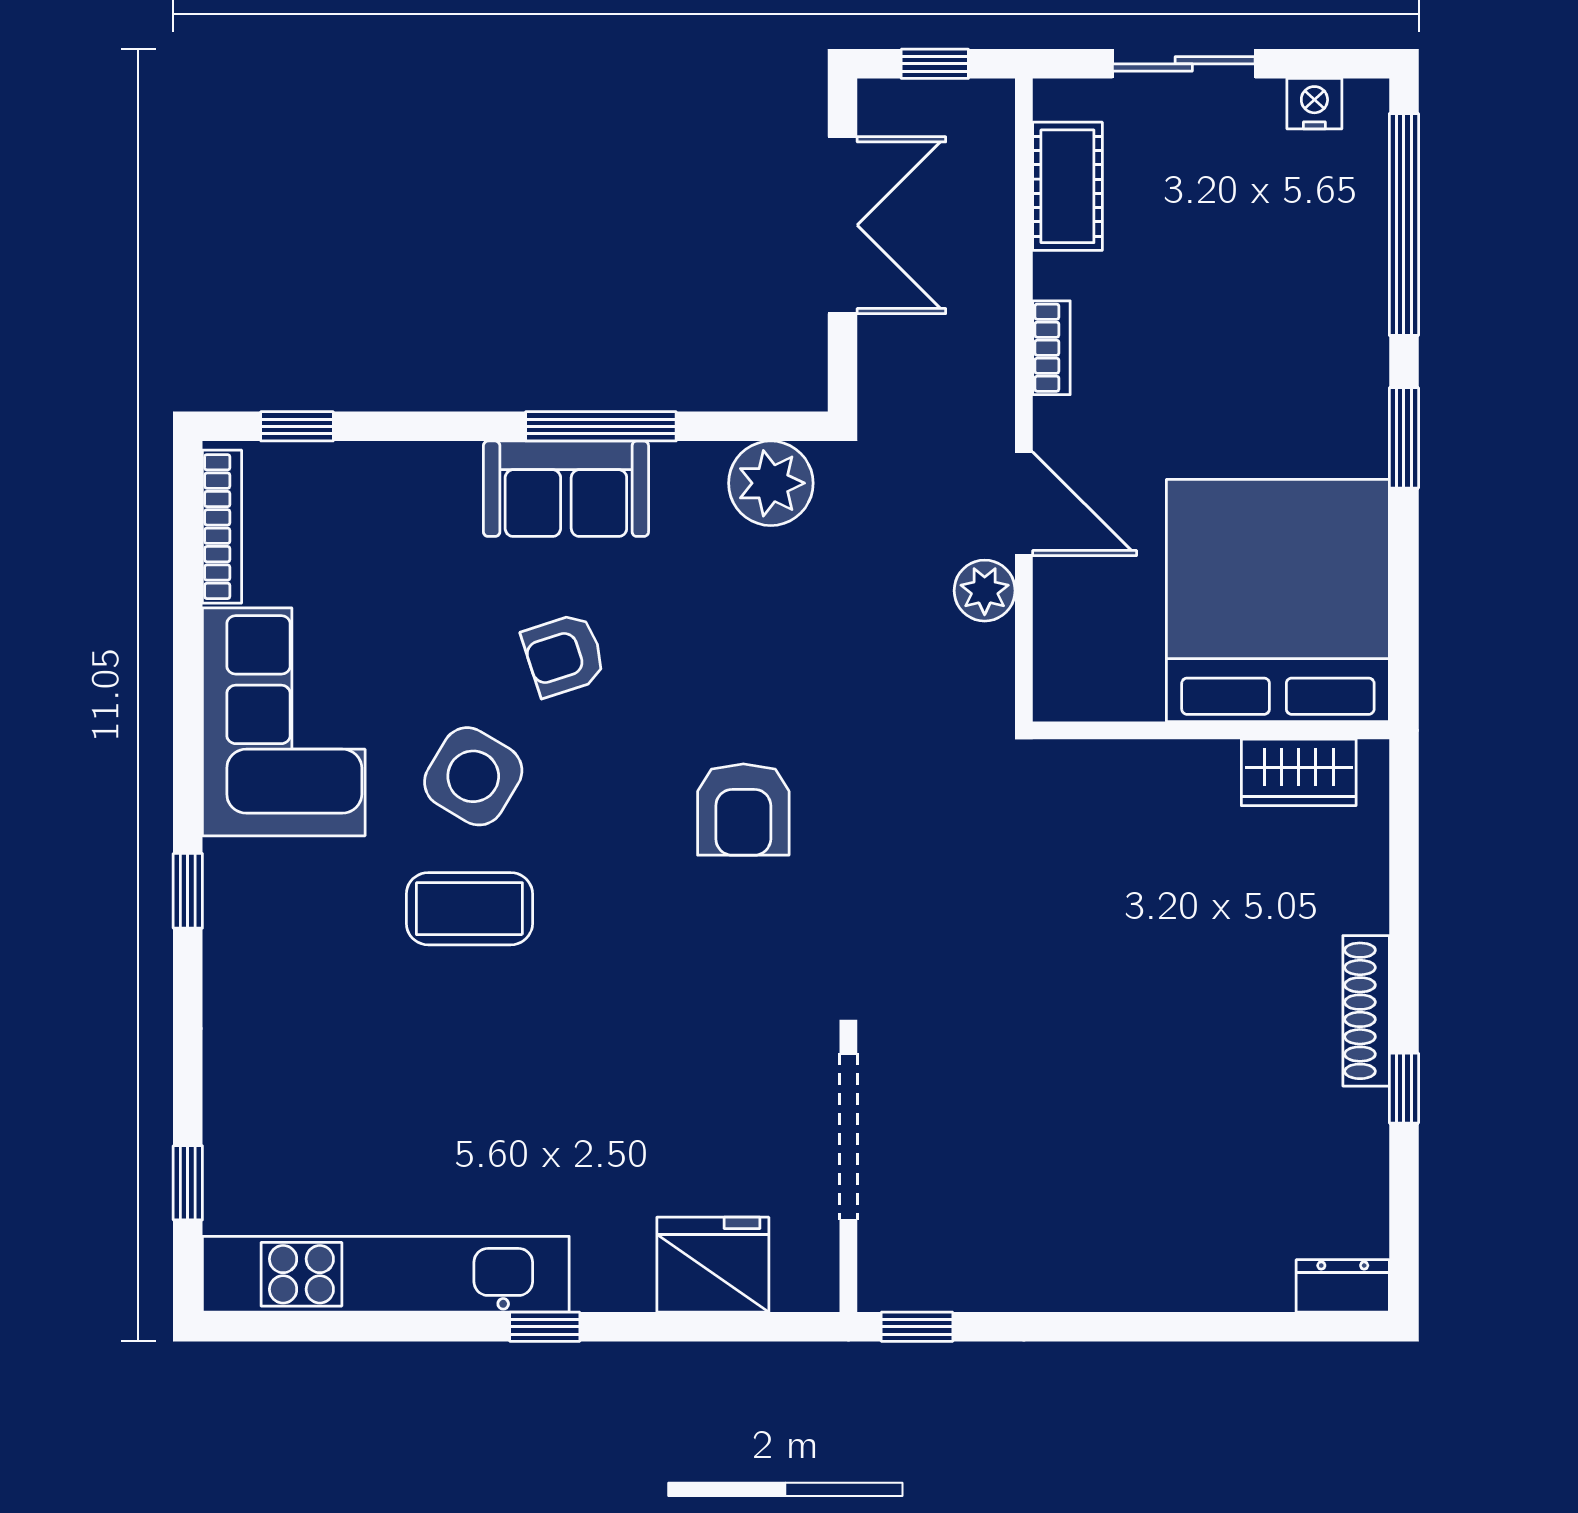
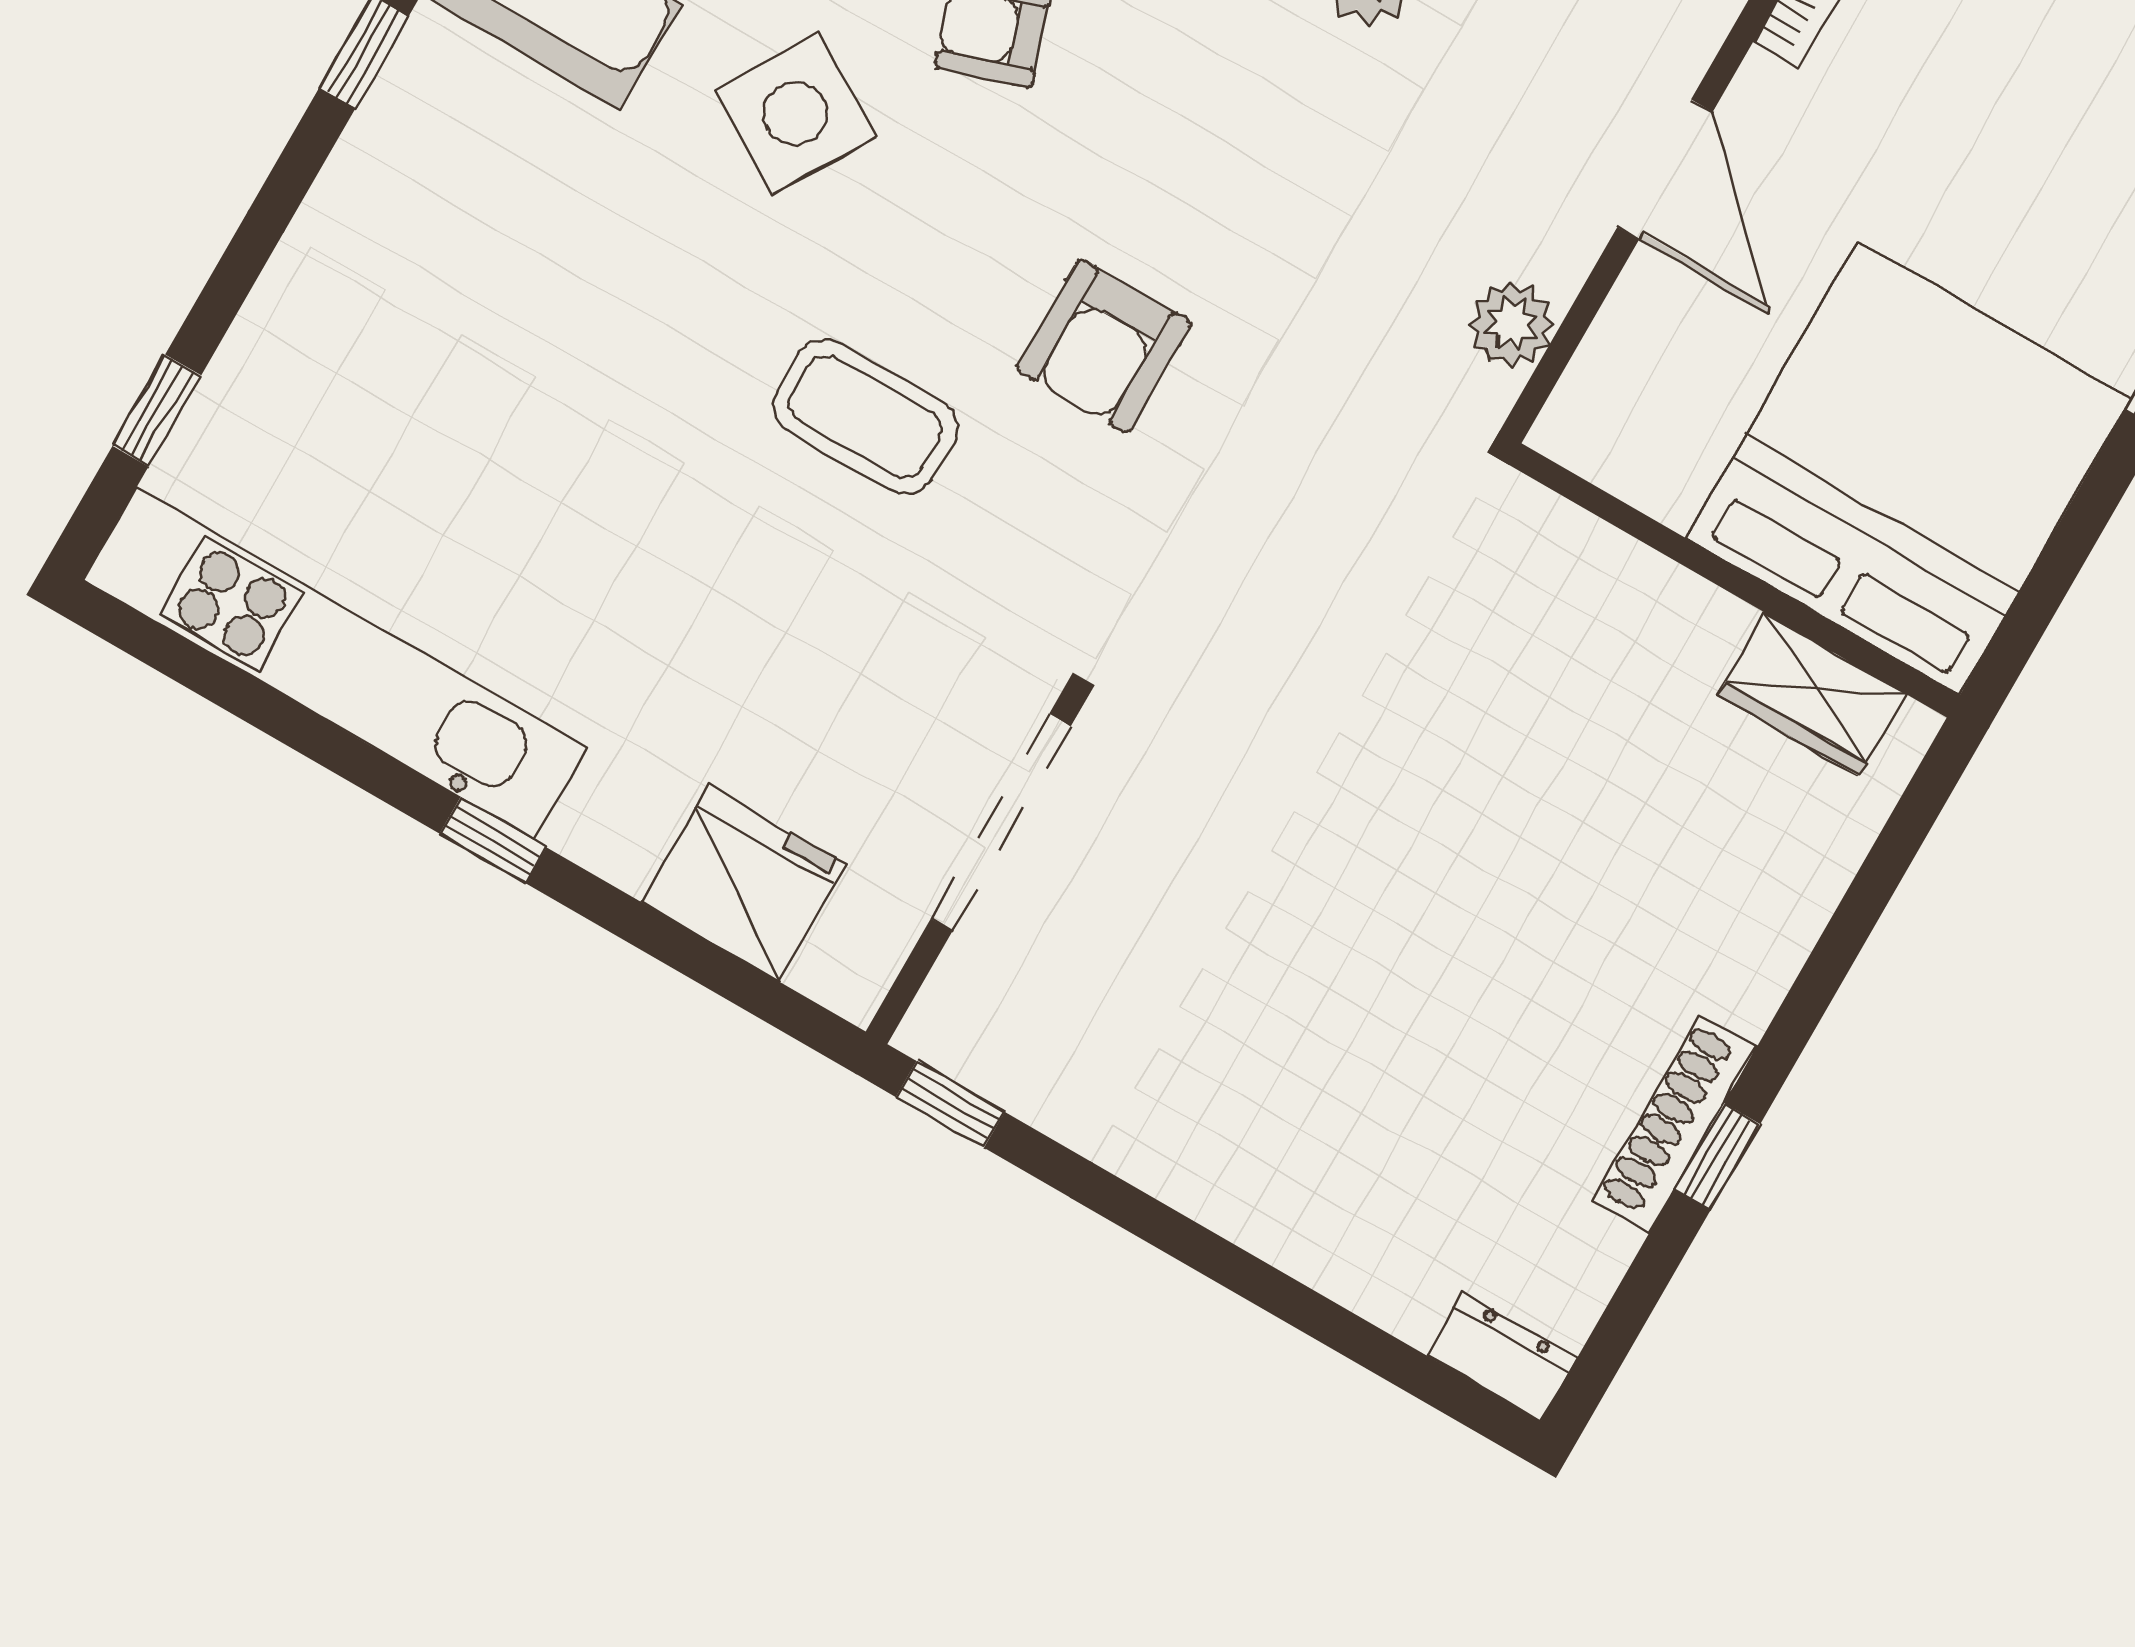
plant: (985, 591) -> (1511, 324), moved
coffee table: (469, 909) -> (865, 416), moved
shoe rack: (1366, 1011) -> (1675, 1123), moved

